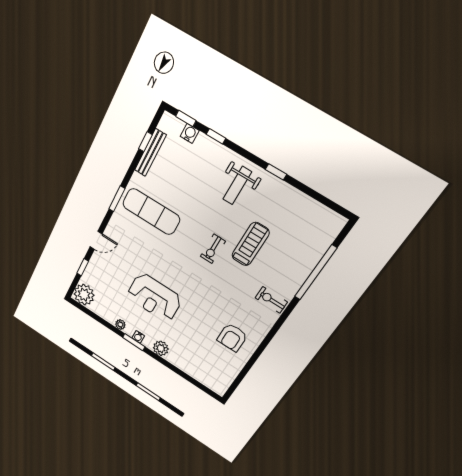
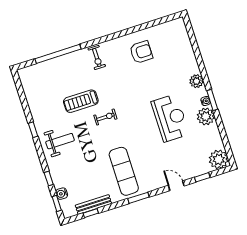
plant: (120, 325) -> (206, 116), width x1.88, depth x1.88

